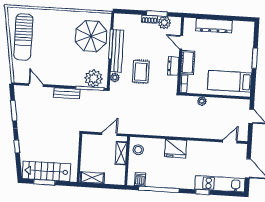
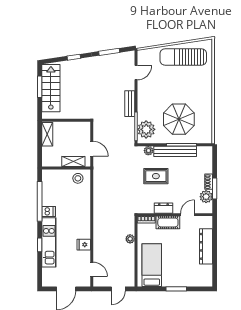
parasol: (91, 36) -> (179, 119), moved
fridge: (176, 148) -> (84, 245), moved, width x0.53, depth x0.75
dishwasher: (140, 179) -> (49, 211), moved
kitchen unit: (220, 184) -> (49, 242), moved

